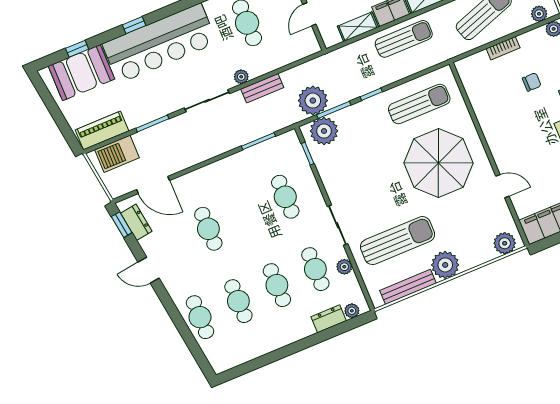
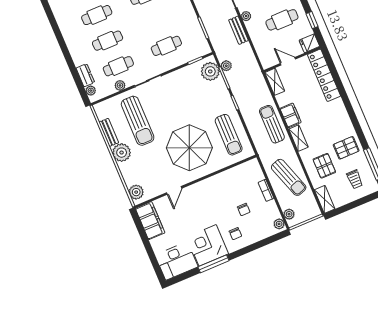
shelving: (358, 27) -> (275, 82), moved
sun lounger: (404, 39) -> (272, 124), turned 180
plant: (313, 101) -> (226, 66), width x0.53, depth x0.53
bench: (408, 287) -> (109, 132), width x0.73

